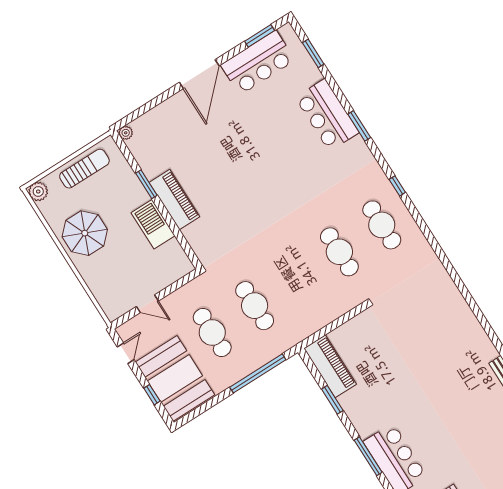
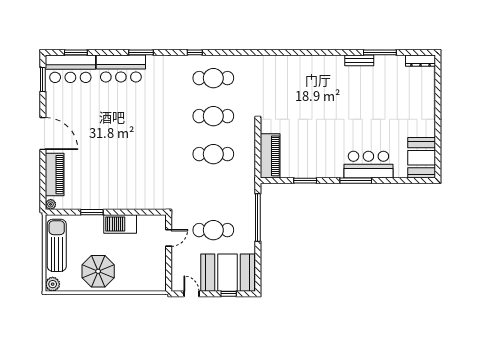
bar counter: (258, 63) -> (70, 69), moved, turned 90
sun lounger: (84, 169) -> (57, 245), width x1.36, depth x1.34
piano: (174, 200) -> (55, 175), moved, turned 90
door: (147, 304) -> (169, 238), moved
cafe table: (255, 306) -> (213, 154), moved
piano: (330, 366) -> (270, 156), moved, turned 90

